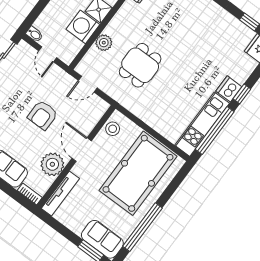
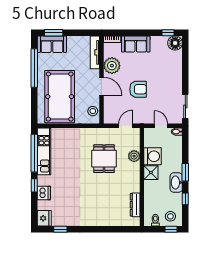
dishwasher: (229, 89) -> (44, 193), moved
armchair: (43, 115) -> (138, 89), turned 90

